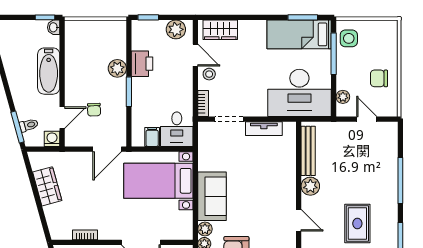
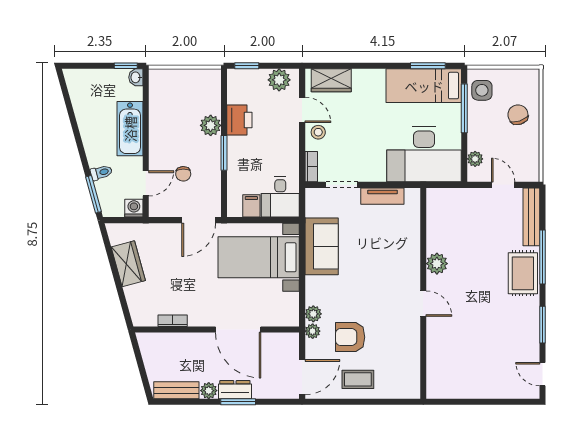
chair: (379, 78) -> (518, 115), moved, turned 72
toilet: (29, 125) -> (101, 173), moved
bench: (308, 151) -> (531, 217), moved
sofa: (212, 196) -> (322, 246), moved
rug: (357, 224) -> (523, 273), moved

